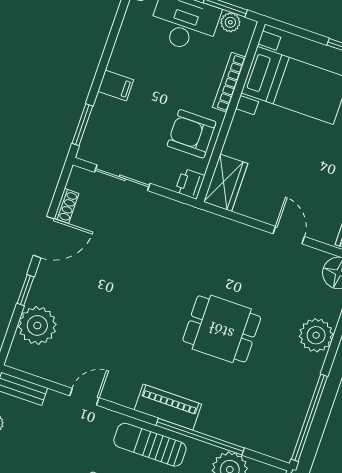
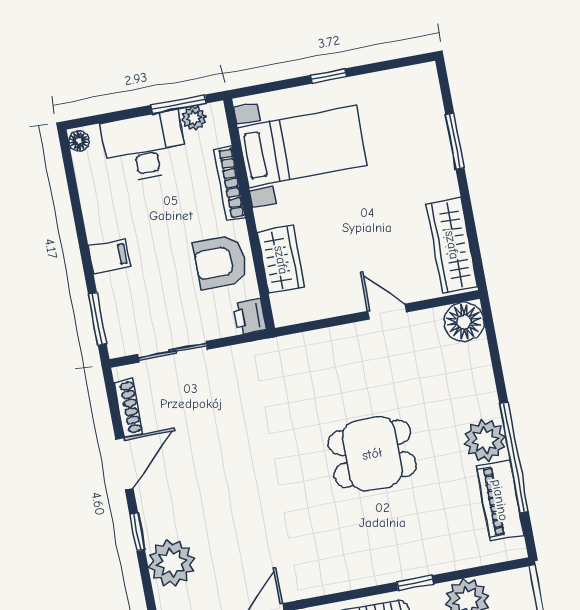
wardrobe: (226, 183) -> (281, 260), moved
shoe rack: (66, 206) -> (128, 408), width x1.43
plant: (316, 335) -> (485, 440), moved
piano: (168, 407) -> (500, 500), moved, turned -90
window: (309, 418) -> (514, 457), moved
window: (200, 437) -> (415, 583), width x0.32

